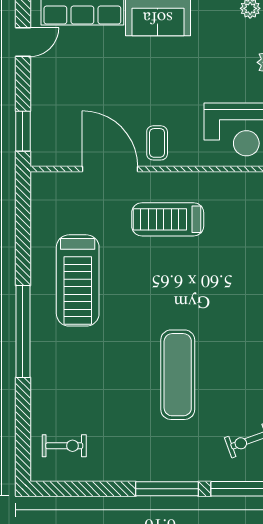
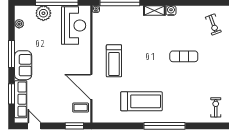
coffee table: (157, 143) -> (81, 108), moved
door: (110, 169) -> (91, 87), hinge flipped
exercise mat: (178, 375) -> (184, 56), width x0.73, depth x0.69

